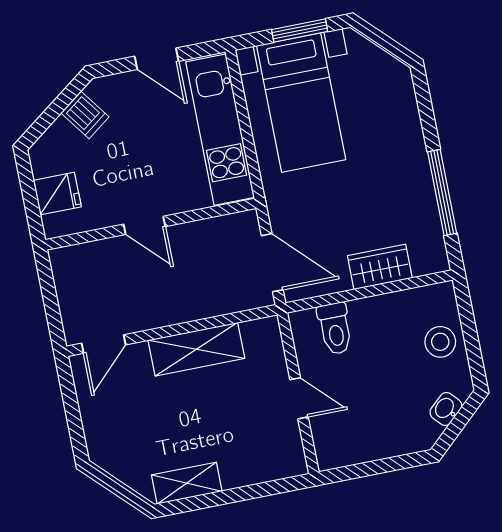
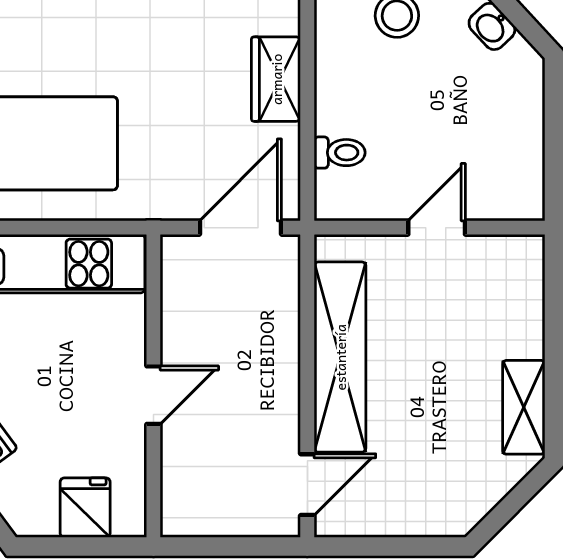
toilet: (335, 329) -> (340, 153), width x0.73, depth x0.72
door: (104, 344) -> (307, 485), hinge flipped
shelving: (196, 349) -> (340, 357), width x1.47

